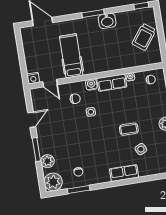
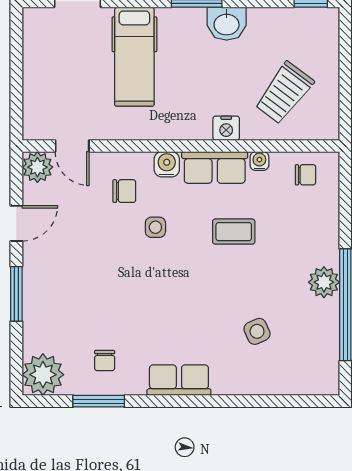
trolley: (144, 37) -> (284, 93), moved
hospital bed: (71, 56) -> (134, 57), moved, turned 180
nightstand: (33, 78) -> (226, 128), moved
coffee table: (129, 129) -> (234, 232), moved
plant: (47, 161) -> (37, 167), moved
row of seats: (124, 173) -> (179, 380), moved

